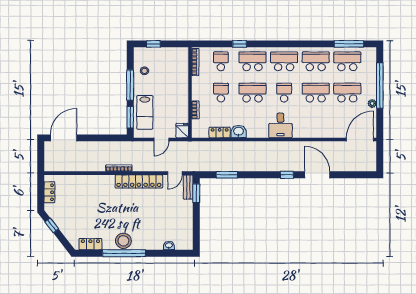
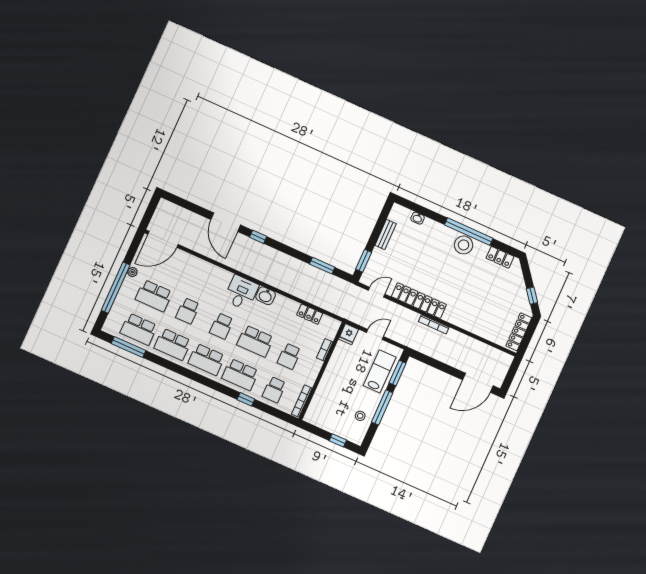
school desk: (316, 93) -> (188, 311), width x0.54
washbasin: (239, 132) -> (266, 296), moved
bench: (188, 187) -> (386, 235), moved
locker: (49, 192) -> (519, 332), width x1.53

